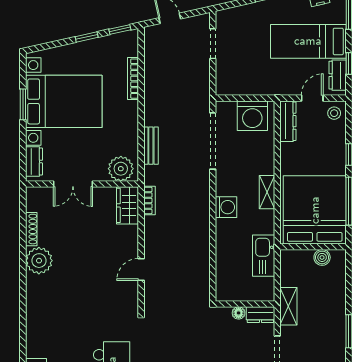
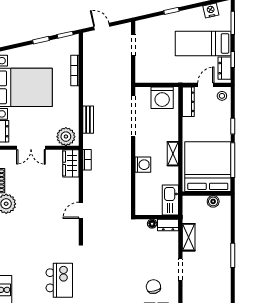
wall: (245, 304) -> (157, 217), moved
floor lamp: (239, 313) -> (152, 224), moved
dresser: (260, 315) -> (168, 225), moved

